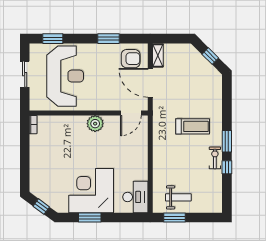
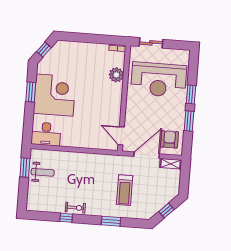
window: (53, 39) -> (191, 94), moved
armchair: (131, 59) -> (170, 139), turned 180
sliding door: (25, 74) -> (151, 43), moved
plant: (95, 124) -> (116, 75), moved
treadmill: (193, 126) -> (125, 190), moved
window: (227, 141) -> (111, 221), moved
weight bench: (178, 197) -> (43, 172), turned -90

